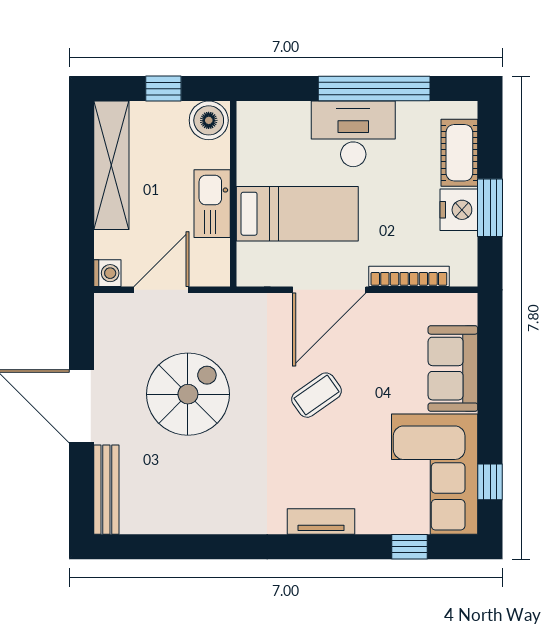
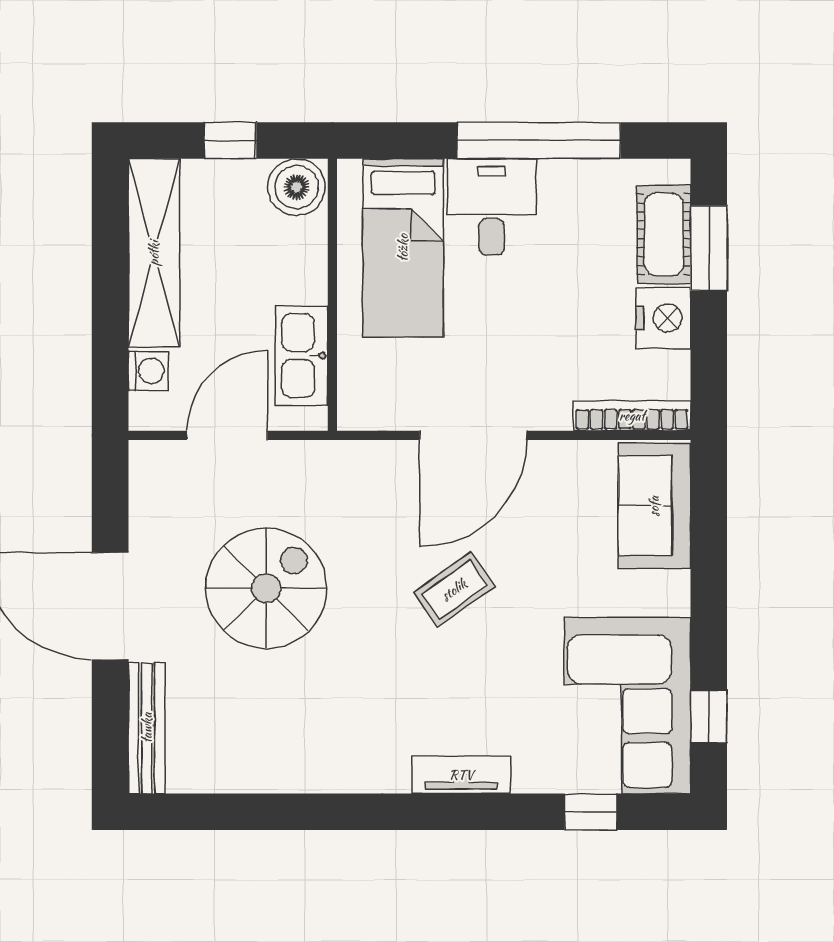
desk: (353, 134) -> (492, 207), width x0.73
kitchen sink: (212, 204) -> (302, 355), moved
window: (490, 208) -> (709, 248), moved
bed: (297, 214) -> (403, 248), moved, turned 90
washing machine: (107, 273) -> (148, 371), moved
bookcase: (409, 276) -> (632, 416), moved
sofa: (453, 369) -> (654, 506), moved

